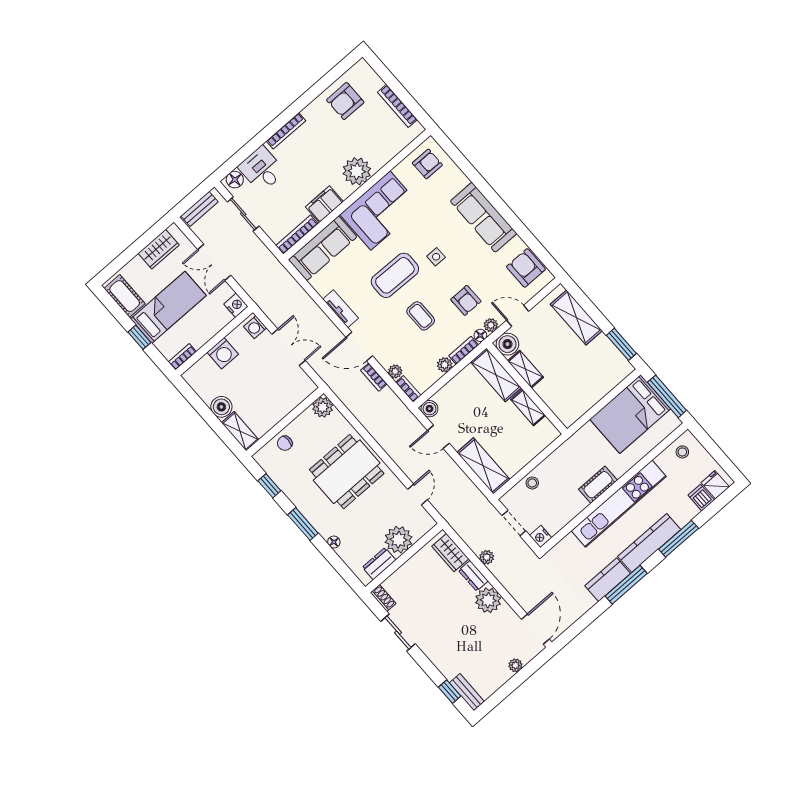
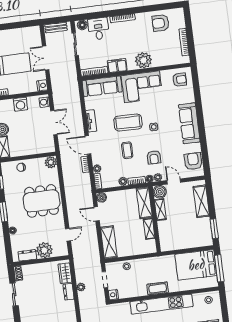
wardrobe: (159, 249) -> (23, 34), removed
plant: (488, 600) -> (68, 308), removed

